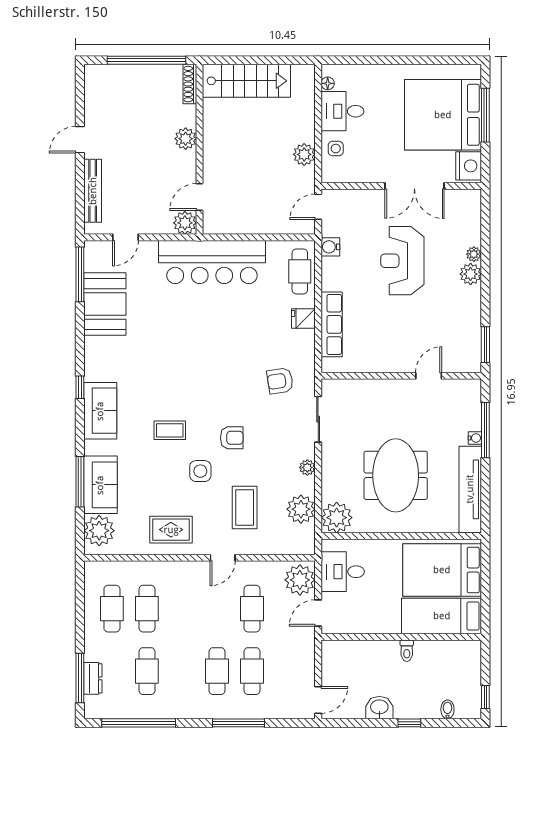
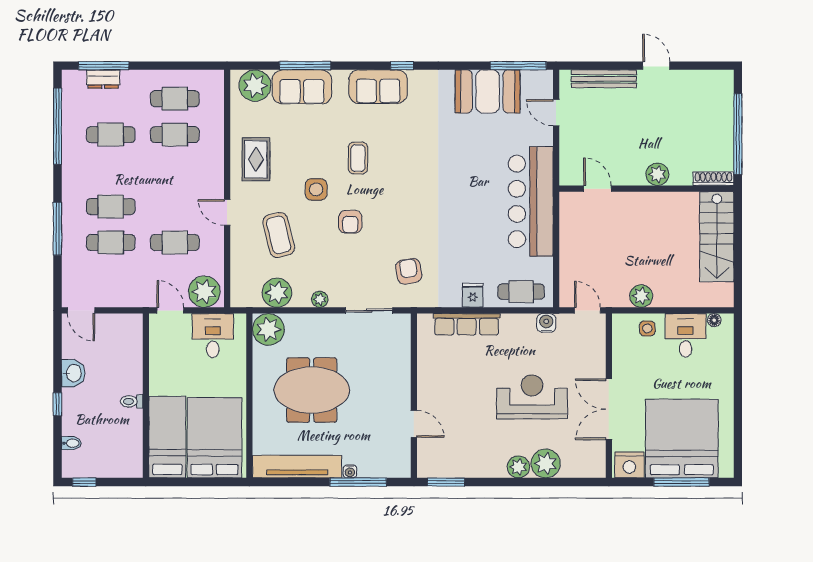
plant: (185, 223) -> (571, 174), removed
plant: (474, 254) -> (546, 463), width x1.87, depth x1.87
coffee table: (245, 507) -> (279, 235), turned 76

